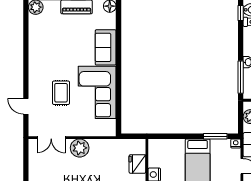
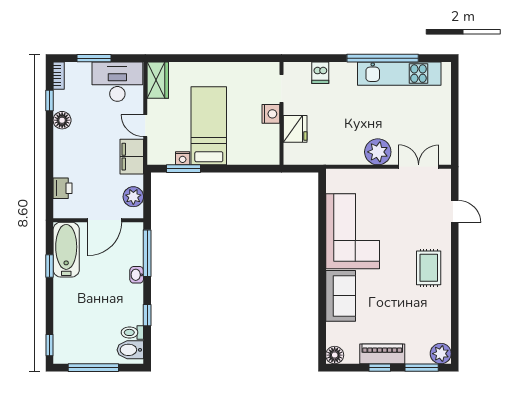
window: (241, 13) -> (147, 315), moved
rug: (61, 93) -> (429, 268), moved
nightstand: (236, 143) -> (183, 158), moved

